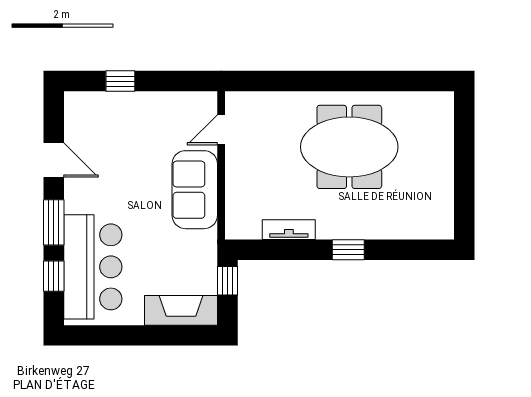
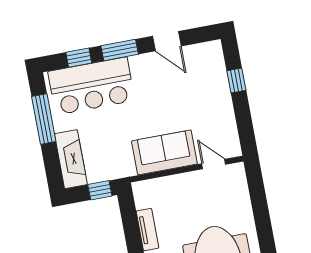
door: (54, 160) -> (167, 41), hinge flipped
window: (123, 335) -> (44, 119), added

